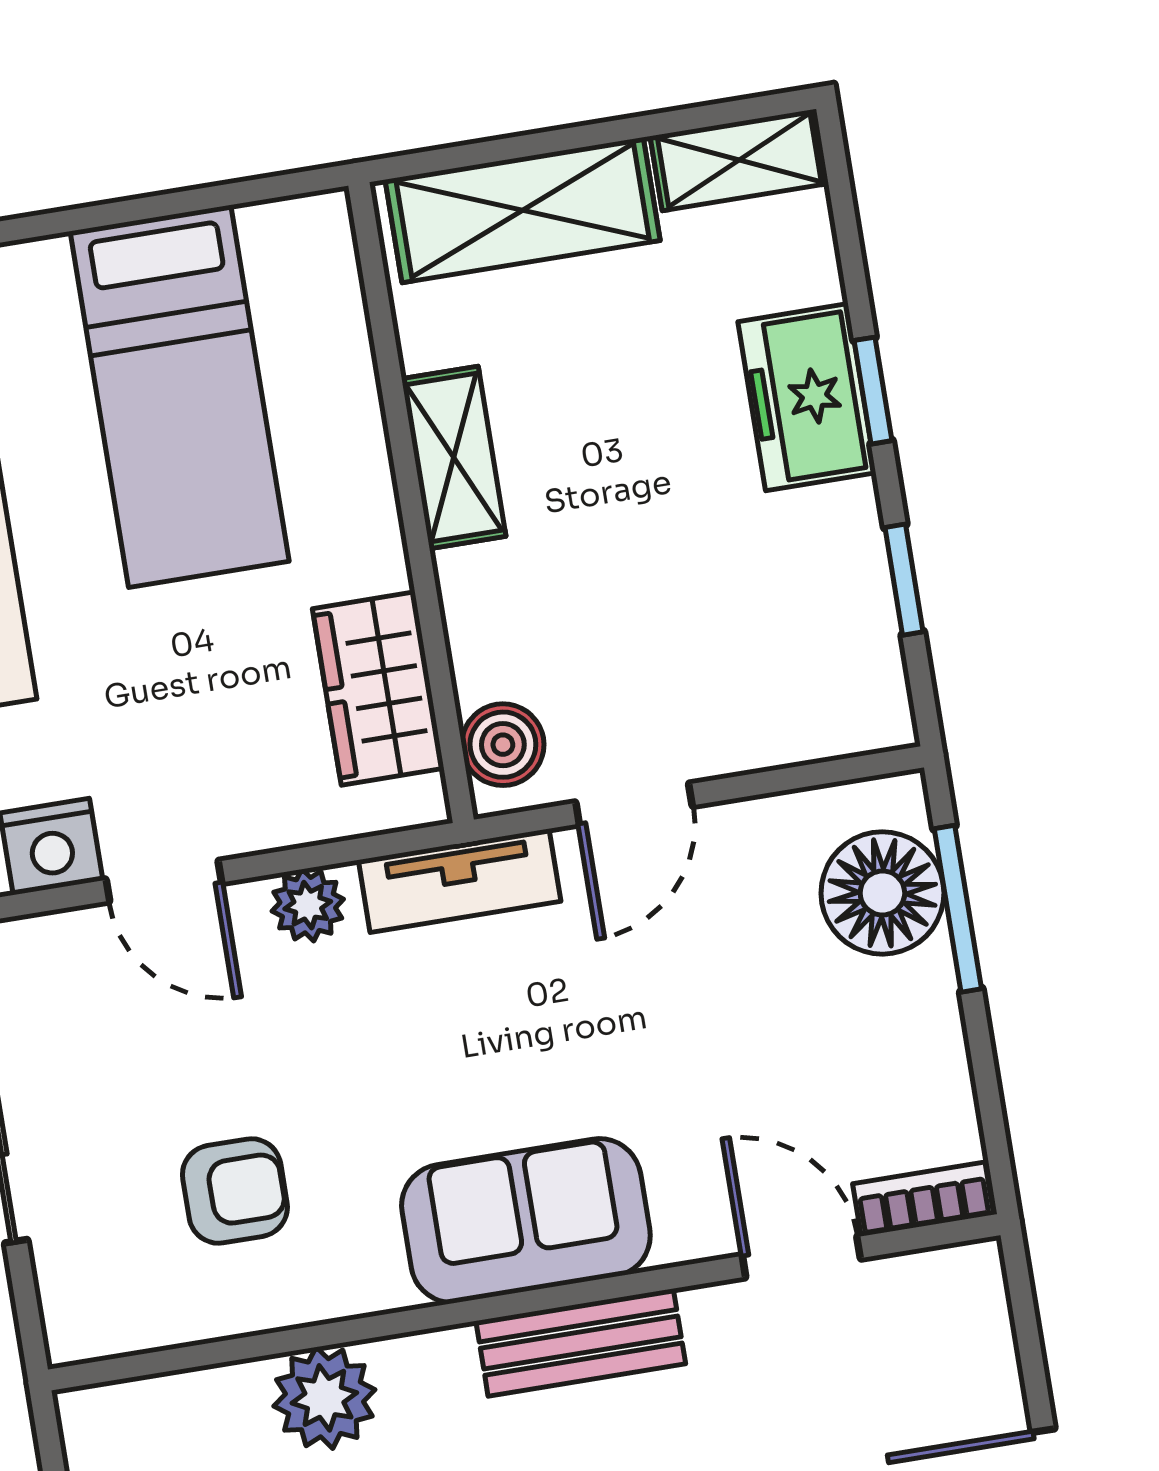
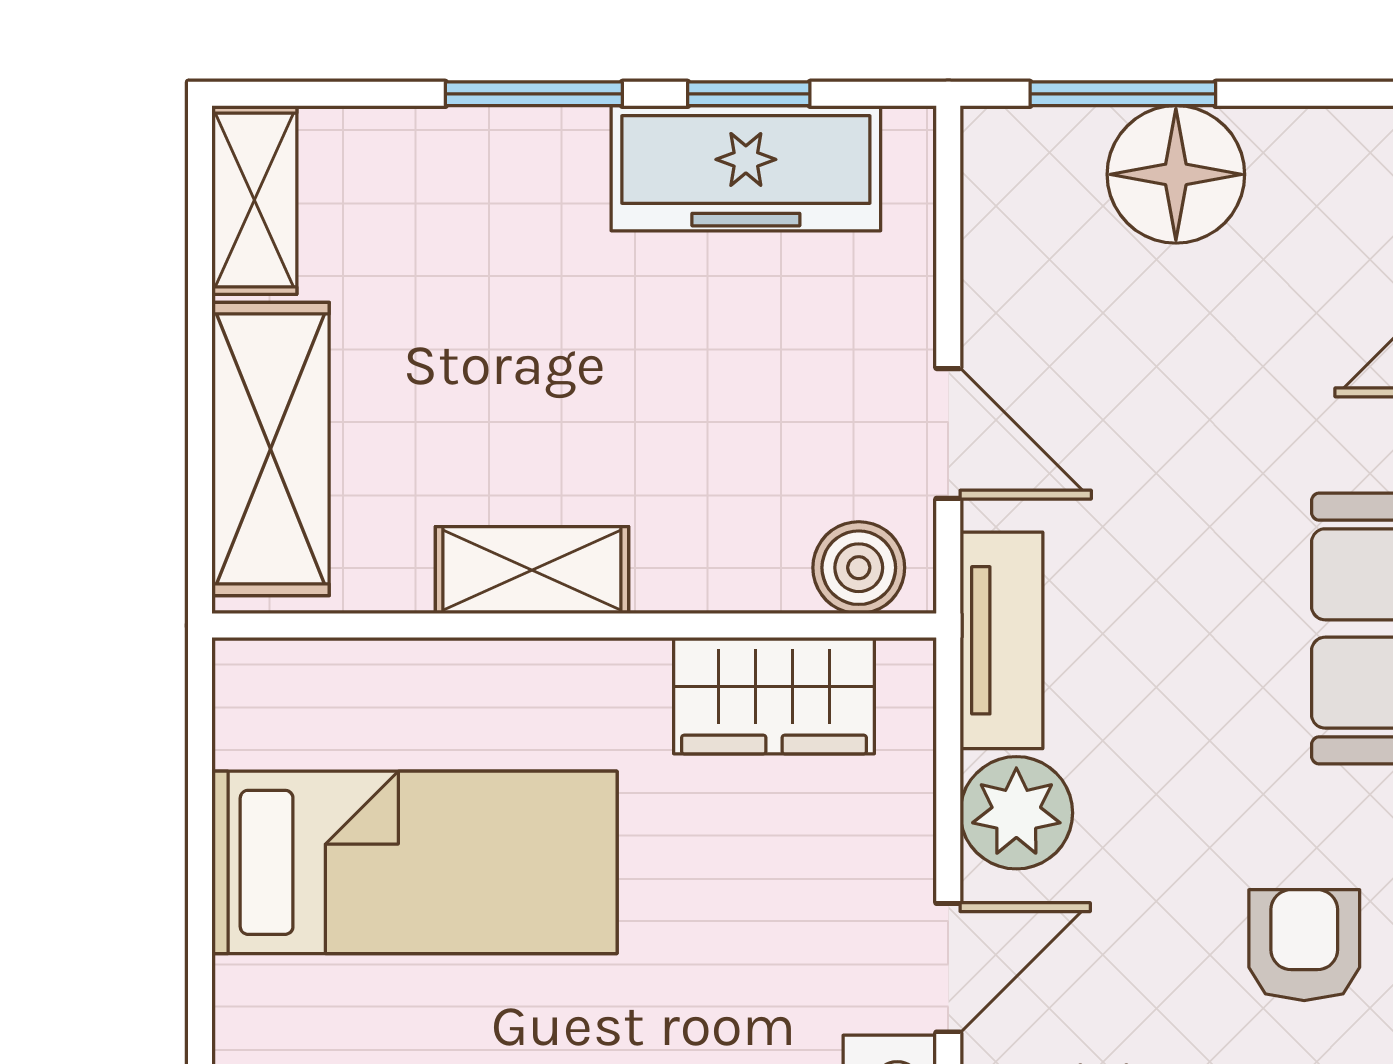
window: (873, 391) -> (534, 94), width x1.50
freezer: (807, 397) -> (746, 168), moved, width x1.40
floor lamp: (882, 893) -> (1176, 174), moved
plant: (308, 905) -> (1016, 813), width x1.38, depth x1.38

